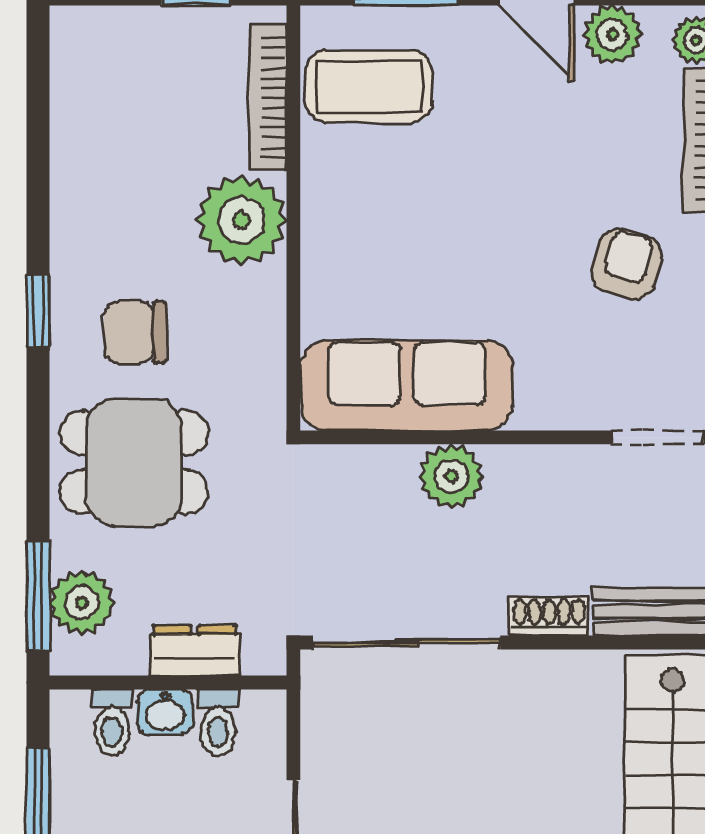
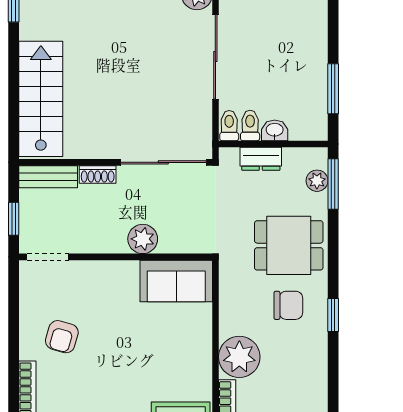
sofa: (407, 385) -> (176, 281), width x0.73
plant: (82, 603) -> (317, 181), width x0.73, depth x0.73
toilet: (112, 722) -> (229, 126), moved

